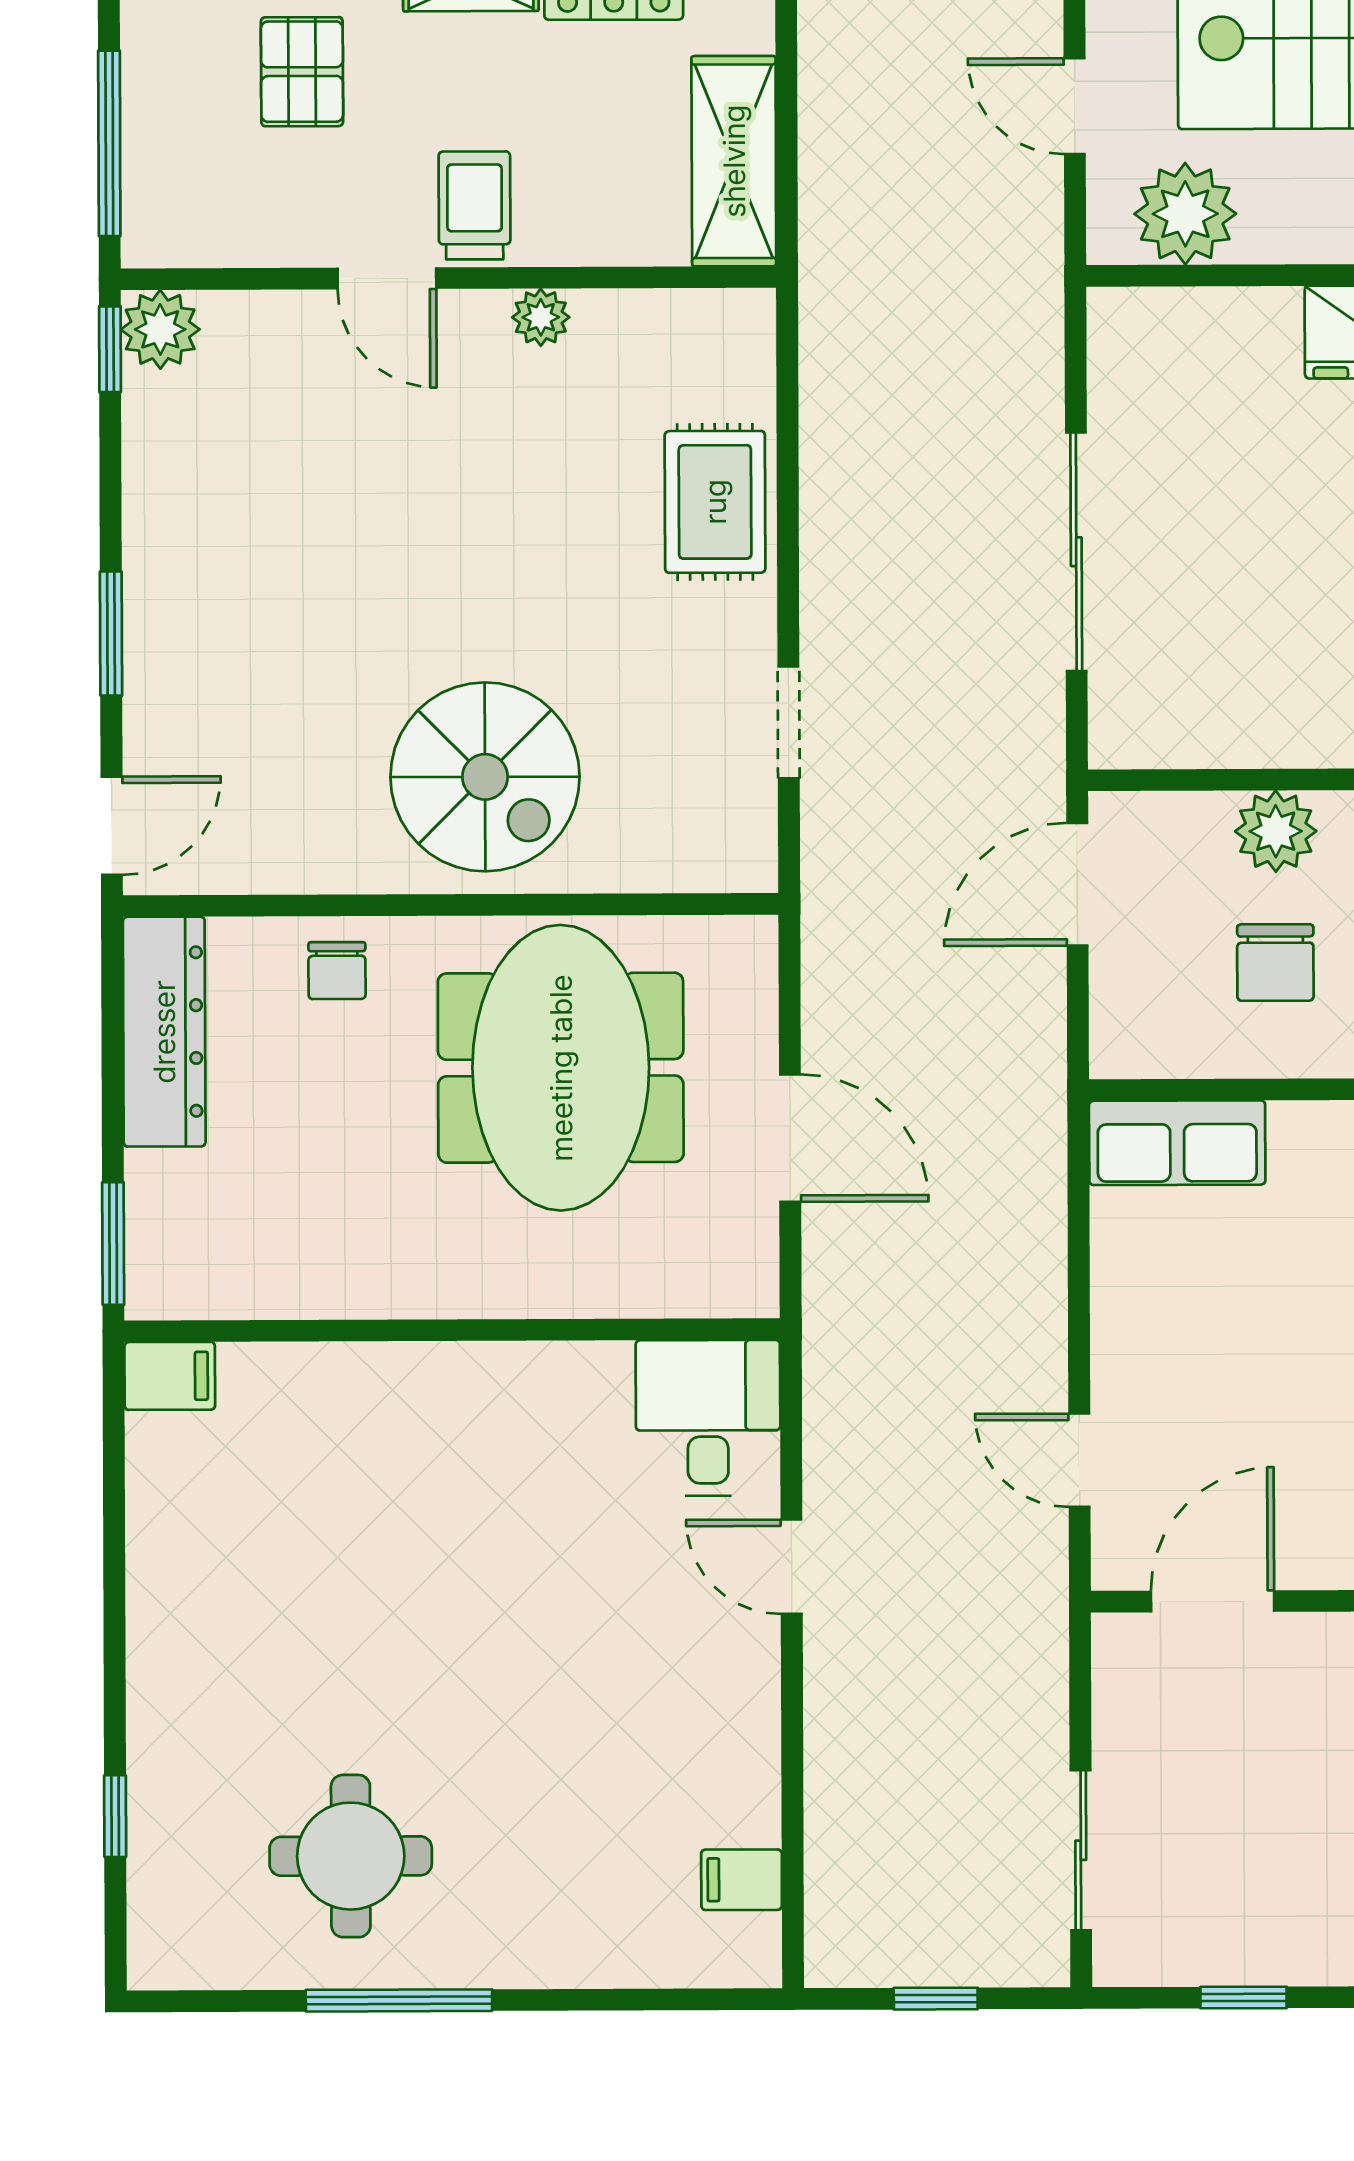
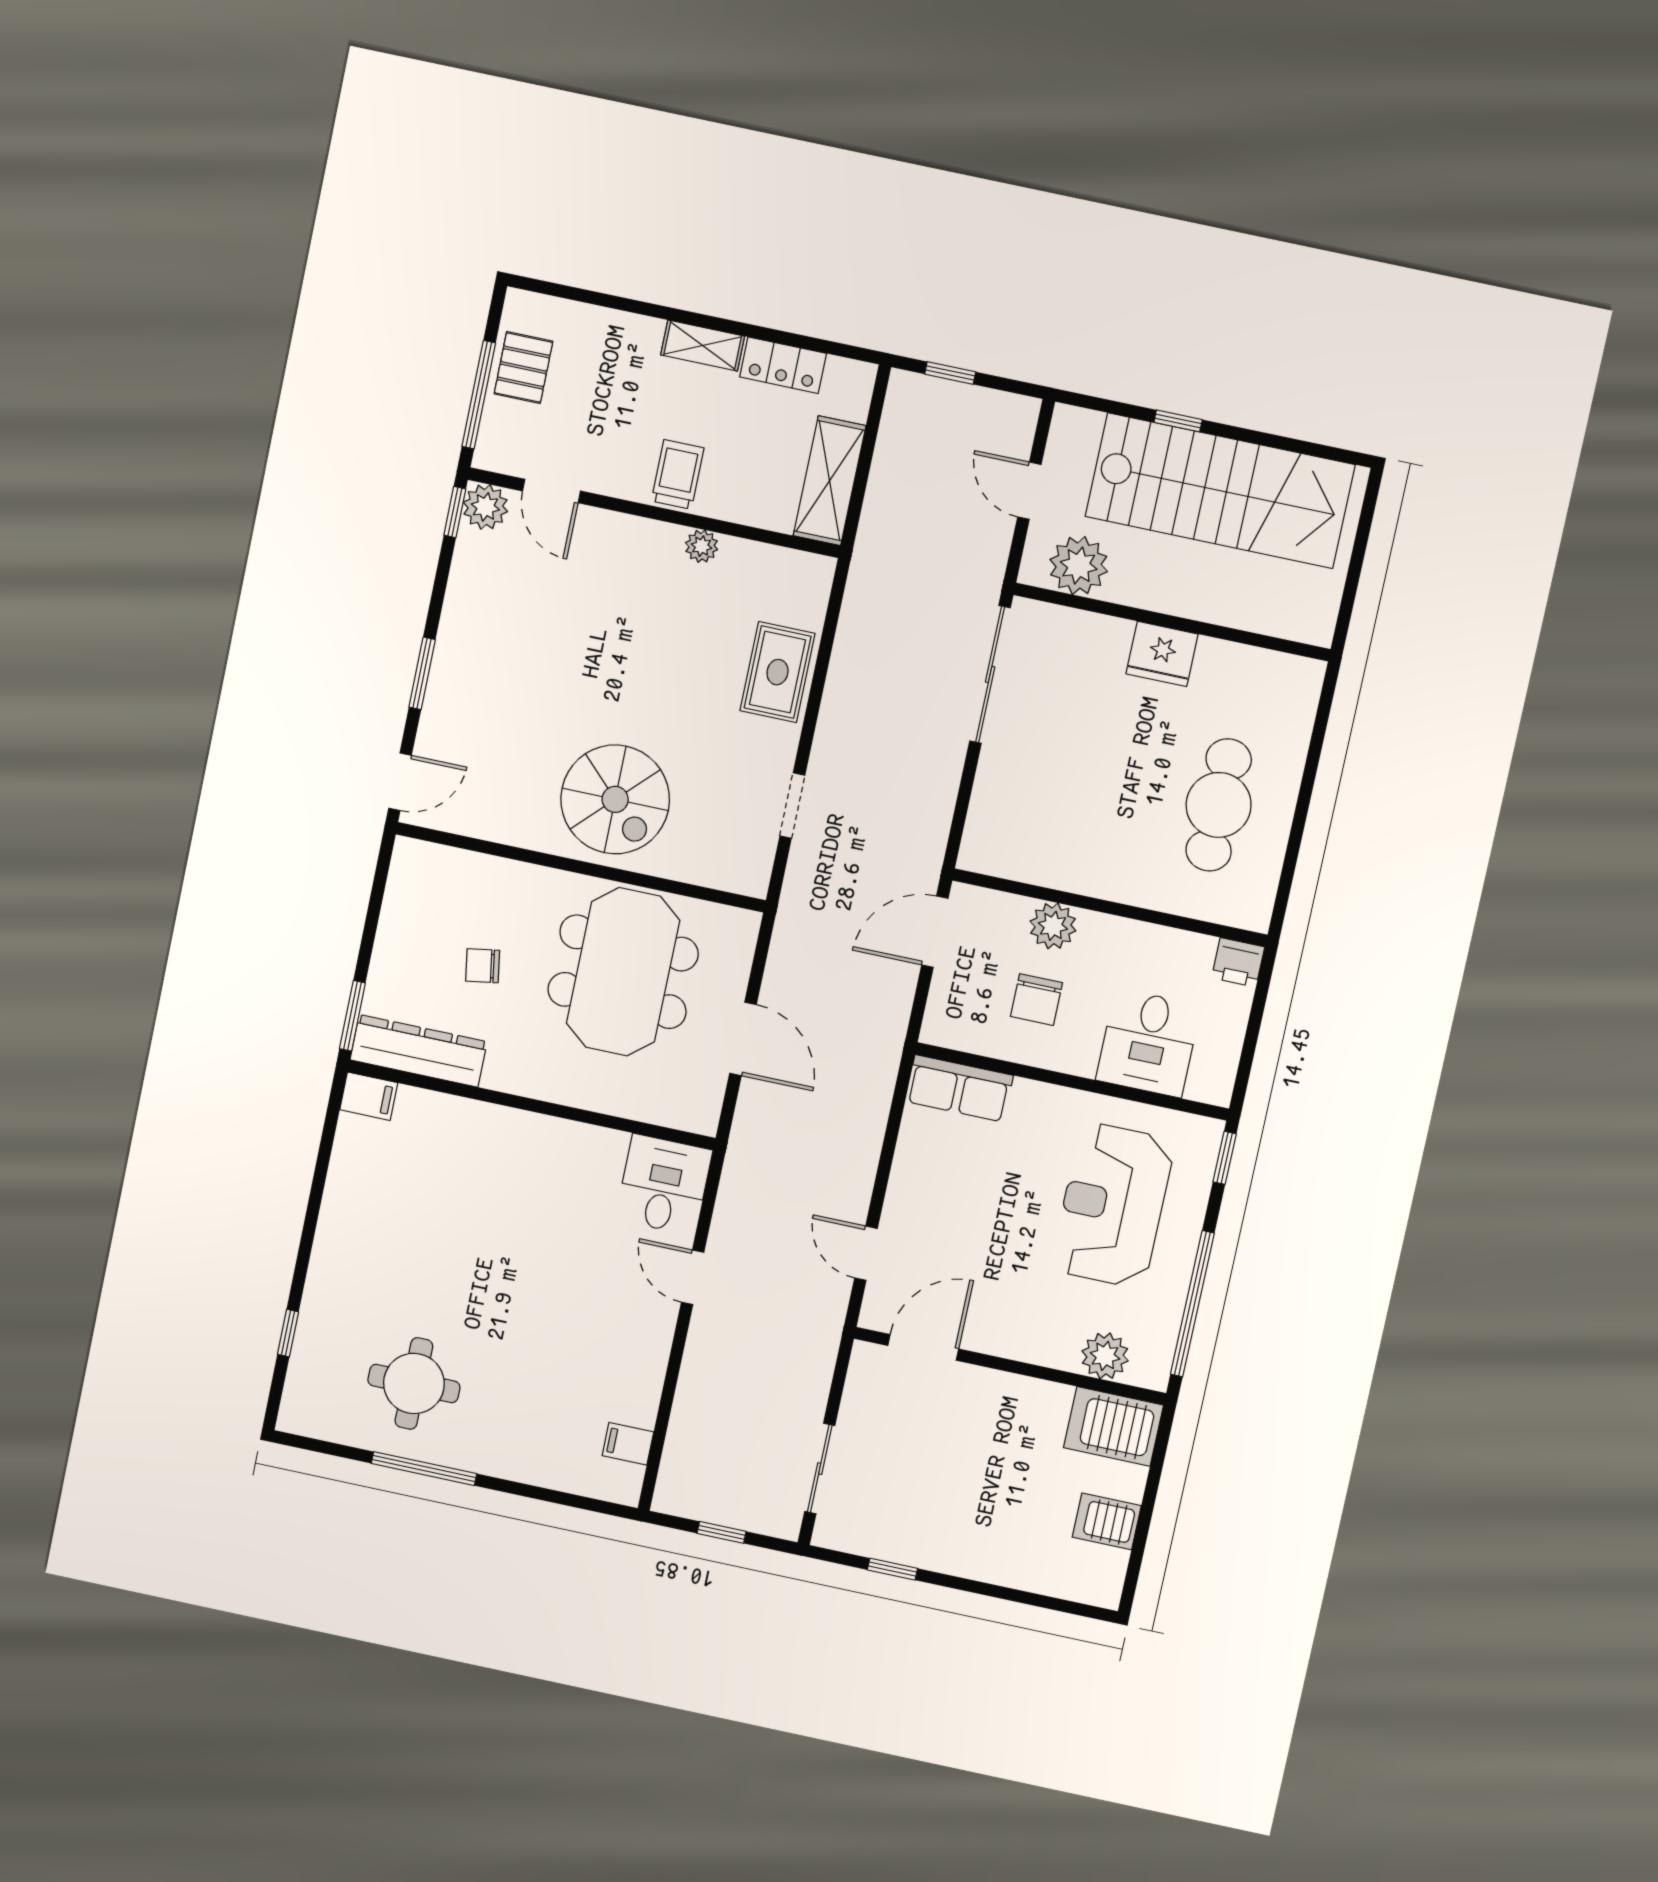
pallet: (302, 72) -> (523, 368), moved
door: (387, 278) -> (552, 491), moved
sliding door: (1076, 552) -> (990, 674), moved
chair: (337, 971) -> (483, 966), moved, turned 81
dresser: (164, 1032) -> (418, 1051), moved, turned -90

